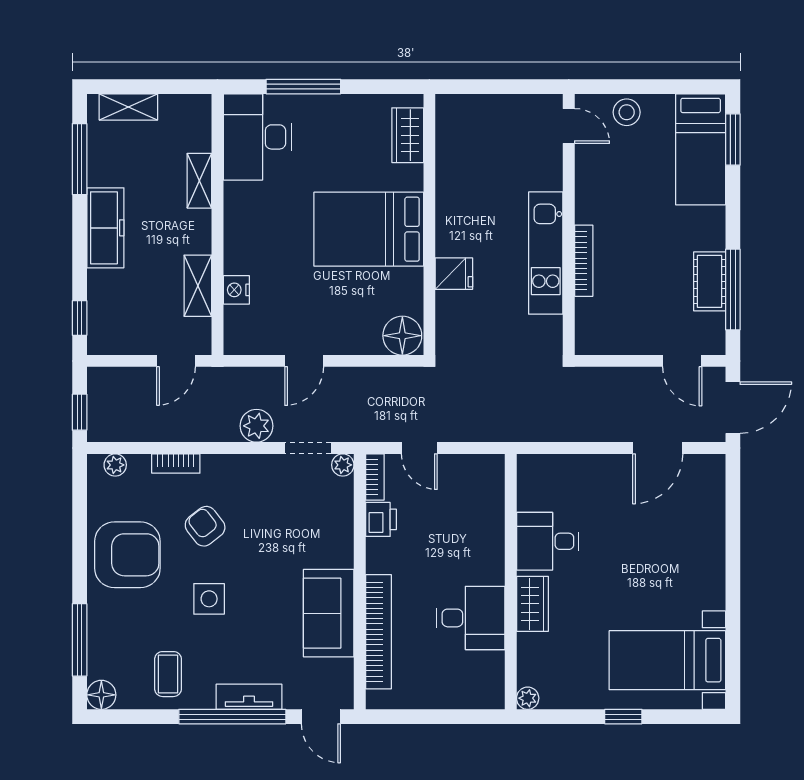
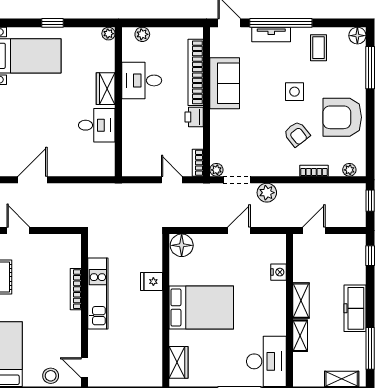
shelving: (198, 286) -> (301, 301), moved
printer: (381, 519) -> (194, 117), moved
plant: (470, 697) -> (142, 34), added

